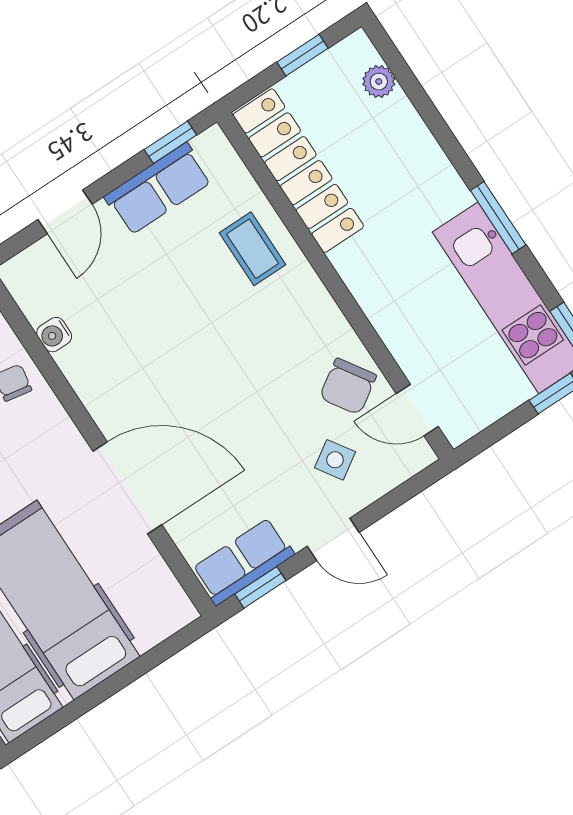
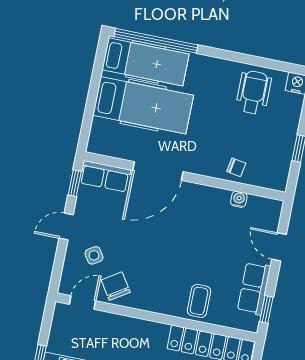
coffee table: (253, 249) -> (199, 301), turned 90
row of seats: (243, 562) -> (105, 176), moved, turned 90

